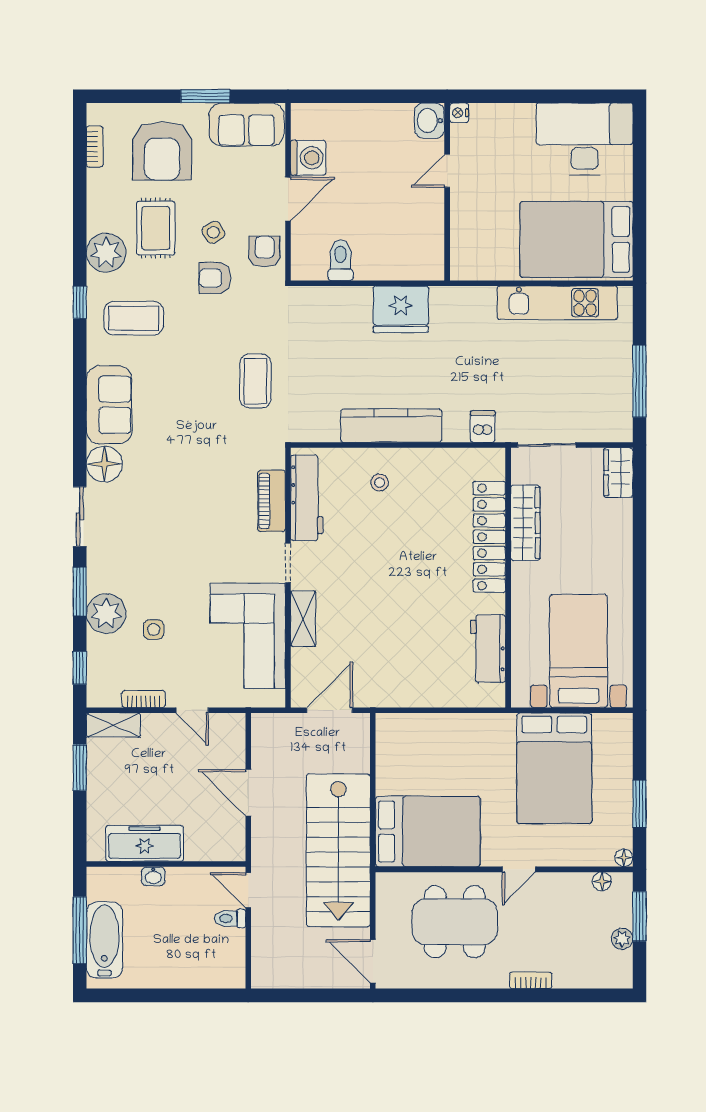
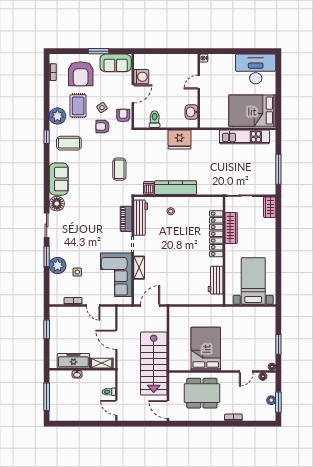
washbasin: (429, 121) -> (191, 112), moved
dishwasher: (483, 426) -> (149, 188), moved
window: (80, 668) -> (47, 288), removed
shelving: (113, 725) -> (102, 363), moved
bed: (554, 768) -> (243, 330), removed
bed: (428, 831) -> (206, 349), moved, turned -90
door: (519, 869) -> (246, 371), moved
door: (248, 890) -> (116, 408), moved
window: (639, 916) -> (278, 402), moved
bathtub: (104, 940) -> (57, 401), removed

